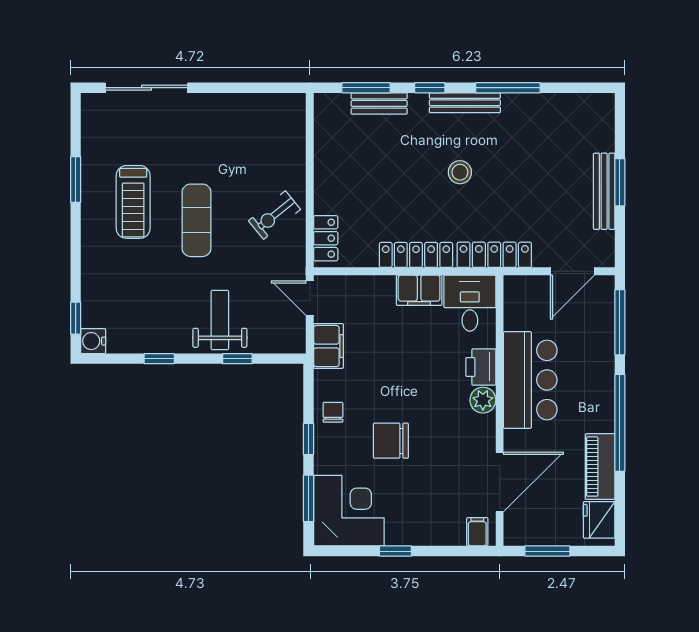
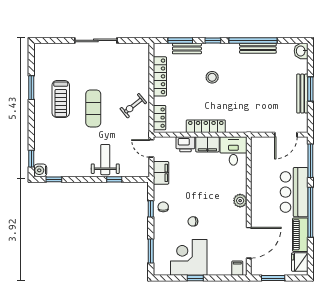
sliding door: (146, 88) -> (96, 40), moved
window: (508, 88) -> (253, 40), width x1.46
bench: (465, 103) -> (258, 48), moved
washbasin: (602, 108) -> (301, 51), added
stool: (460, 172) -> (212, 77), moved
locker: (494, 255) -> (160, 76), moved, turned 90
window: (159, 359) -> (54, 179), moved
printer: (481, 367) -> (185, 144), moved, turned -90
bar counter: (530, 380) -> (294, 192), moved, turned 180
window: (309, 439) -> (151, 209), moved
chair: (391, 441) -> (193, 221), width x0.54, depth x0.54
corner desk: (349, 511) -> (189, 257), moved, turned -90

